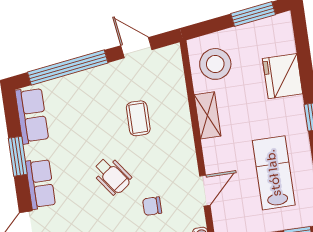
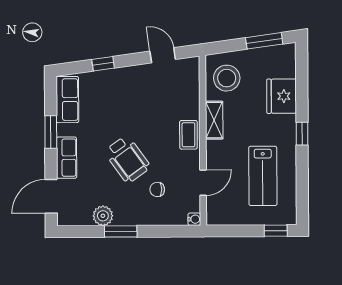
window: (68, 67) -> (103, 64), width x0.32
coffee table: (138, 118) -> (188, 135), moved
lab bench: (274, 173) -> (263, 176), turned 180
wheelchair: (112, 176) -> (127, 159), width x1.36, depth x1.37

